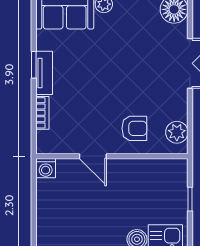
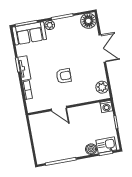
armchair: (134, 128) -> (64, 76), moved
washing machine: (46, 168) -> (106, 106), moved

